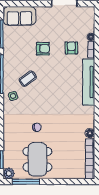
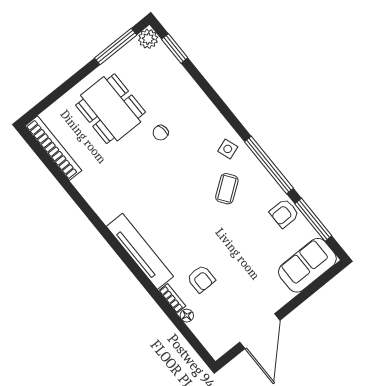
armchair: (43, 49) -> (284, 213), moved
floor lamp: (90, 133) -> (82, 183), removed
dining table: (37, 159) -> (111, 109), moved

